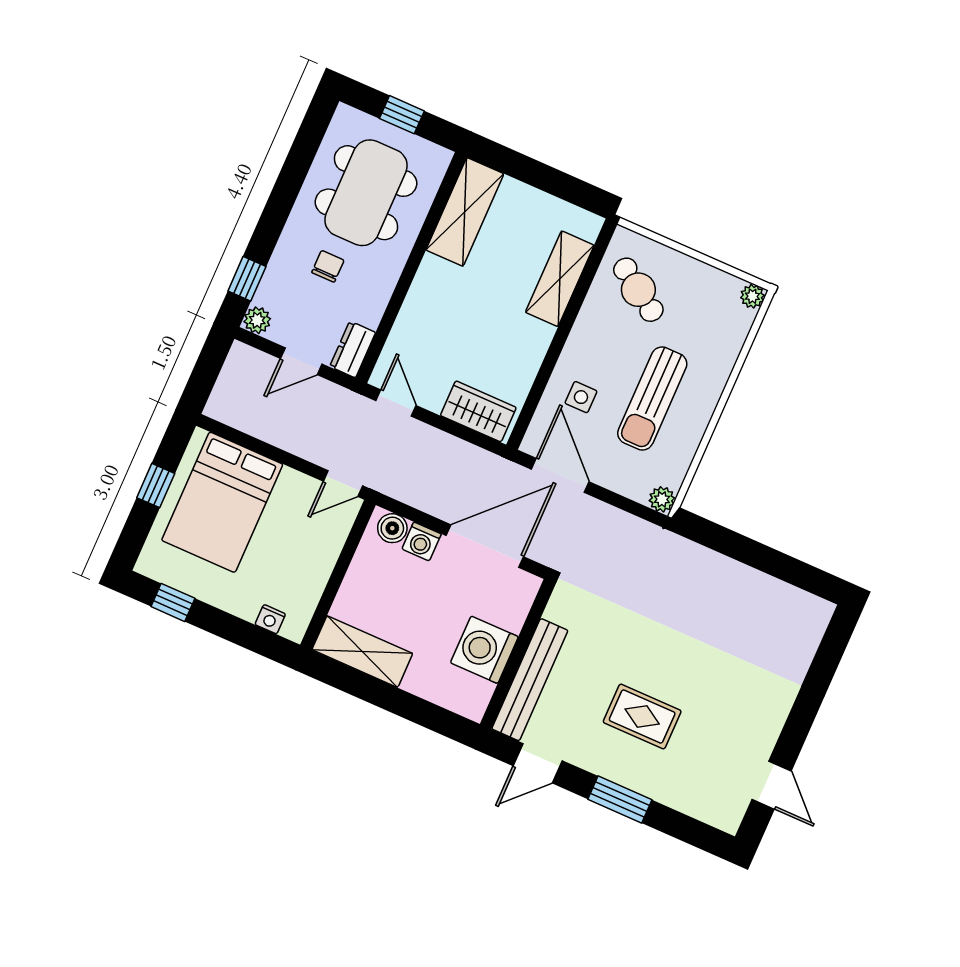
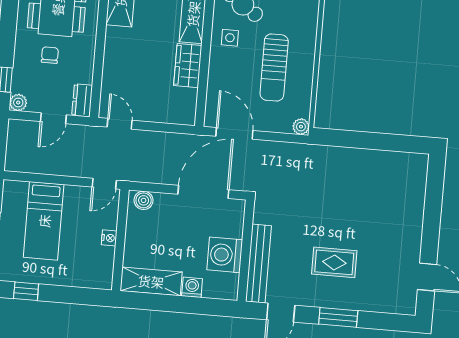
side table: (581, 397) -> (230, 38), moved
wardrobe: (478, 411) -> (188, 66), moved, turned -90
bed: (222, 502) -> (44, 221), width x0.67
washing machine: (422, 541) -> (192, 287), moved, turned 180
nightstand: (270, 619) -> (109, 238), moved, turned -90

